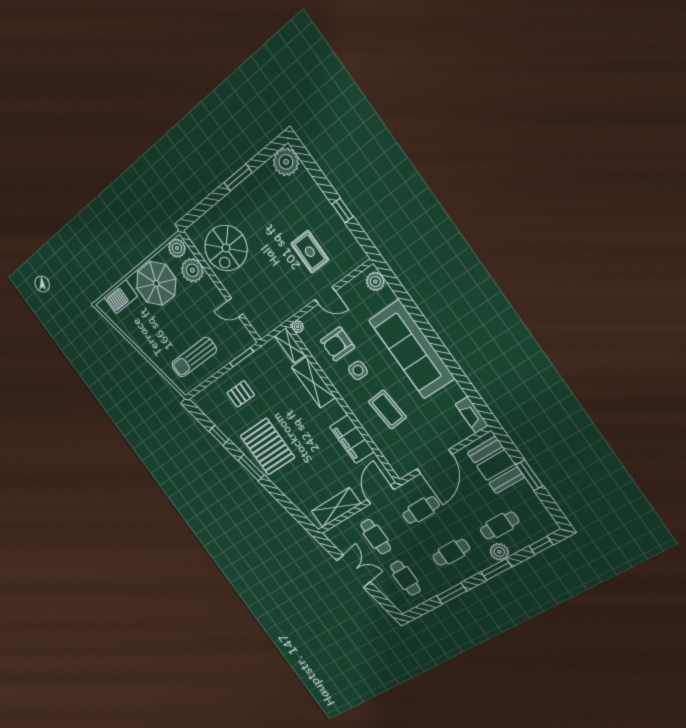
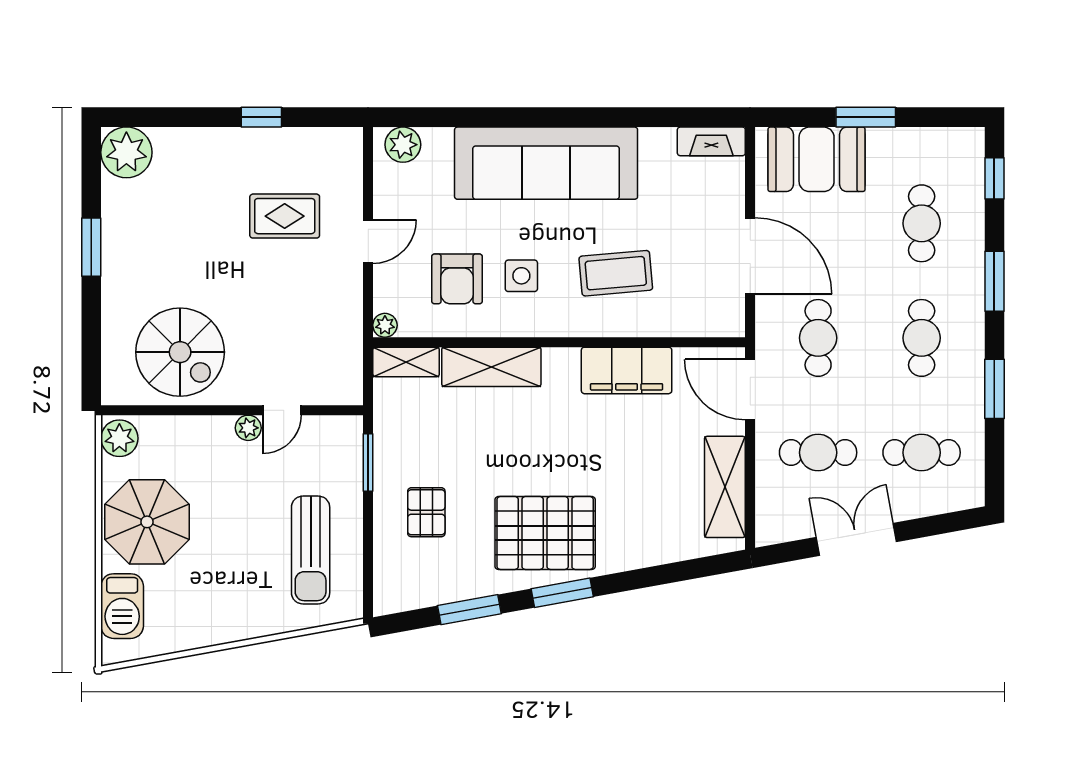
plant: (192, 270) -> (248, 428), moved, width x0.53, depth x0.53
window: (219, 435) -> (469, 610), width x1.50
plant: (499, 552) -> (967, 255), removed

